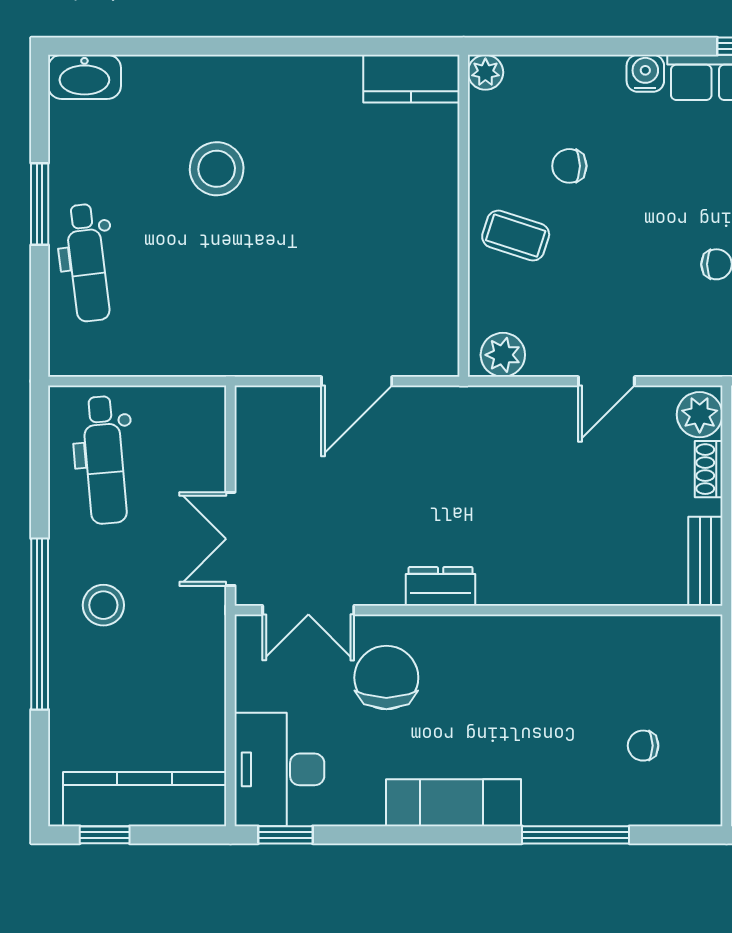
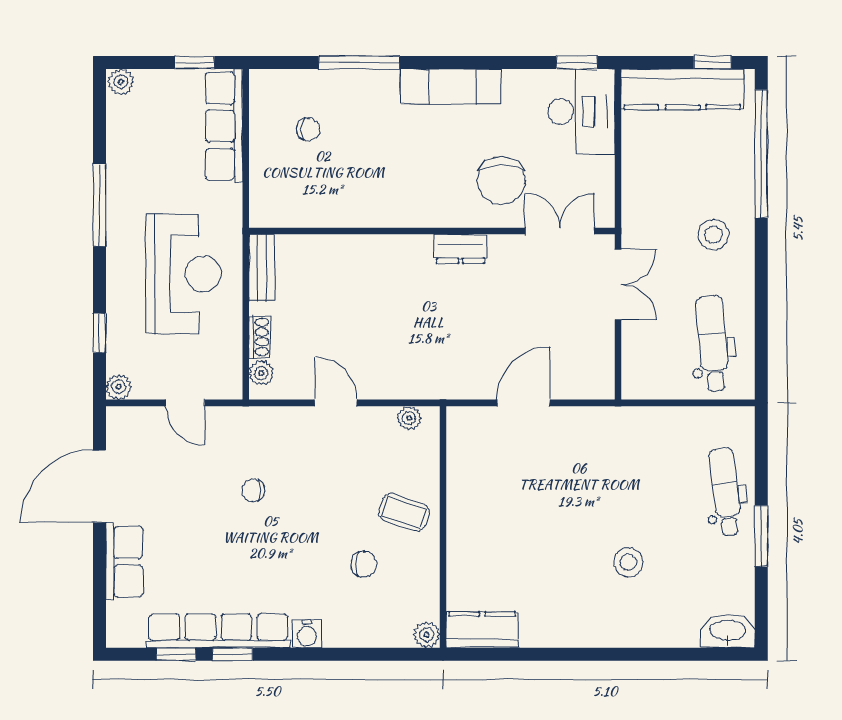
stool: (217, 169) -> (628, 562), width x0.73, depth x0.73
plant: (503, 355) -> (409, 418), width x0.73, depth x0.73
door: (606, 381) -> (336, 403), hinge flipped
plant: (700, 415) -> (261, 373), width x0.73, depth x0.73
window: (40, 624) -> (761, 154), moved

